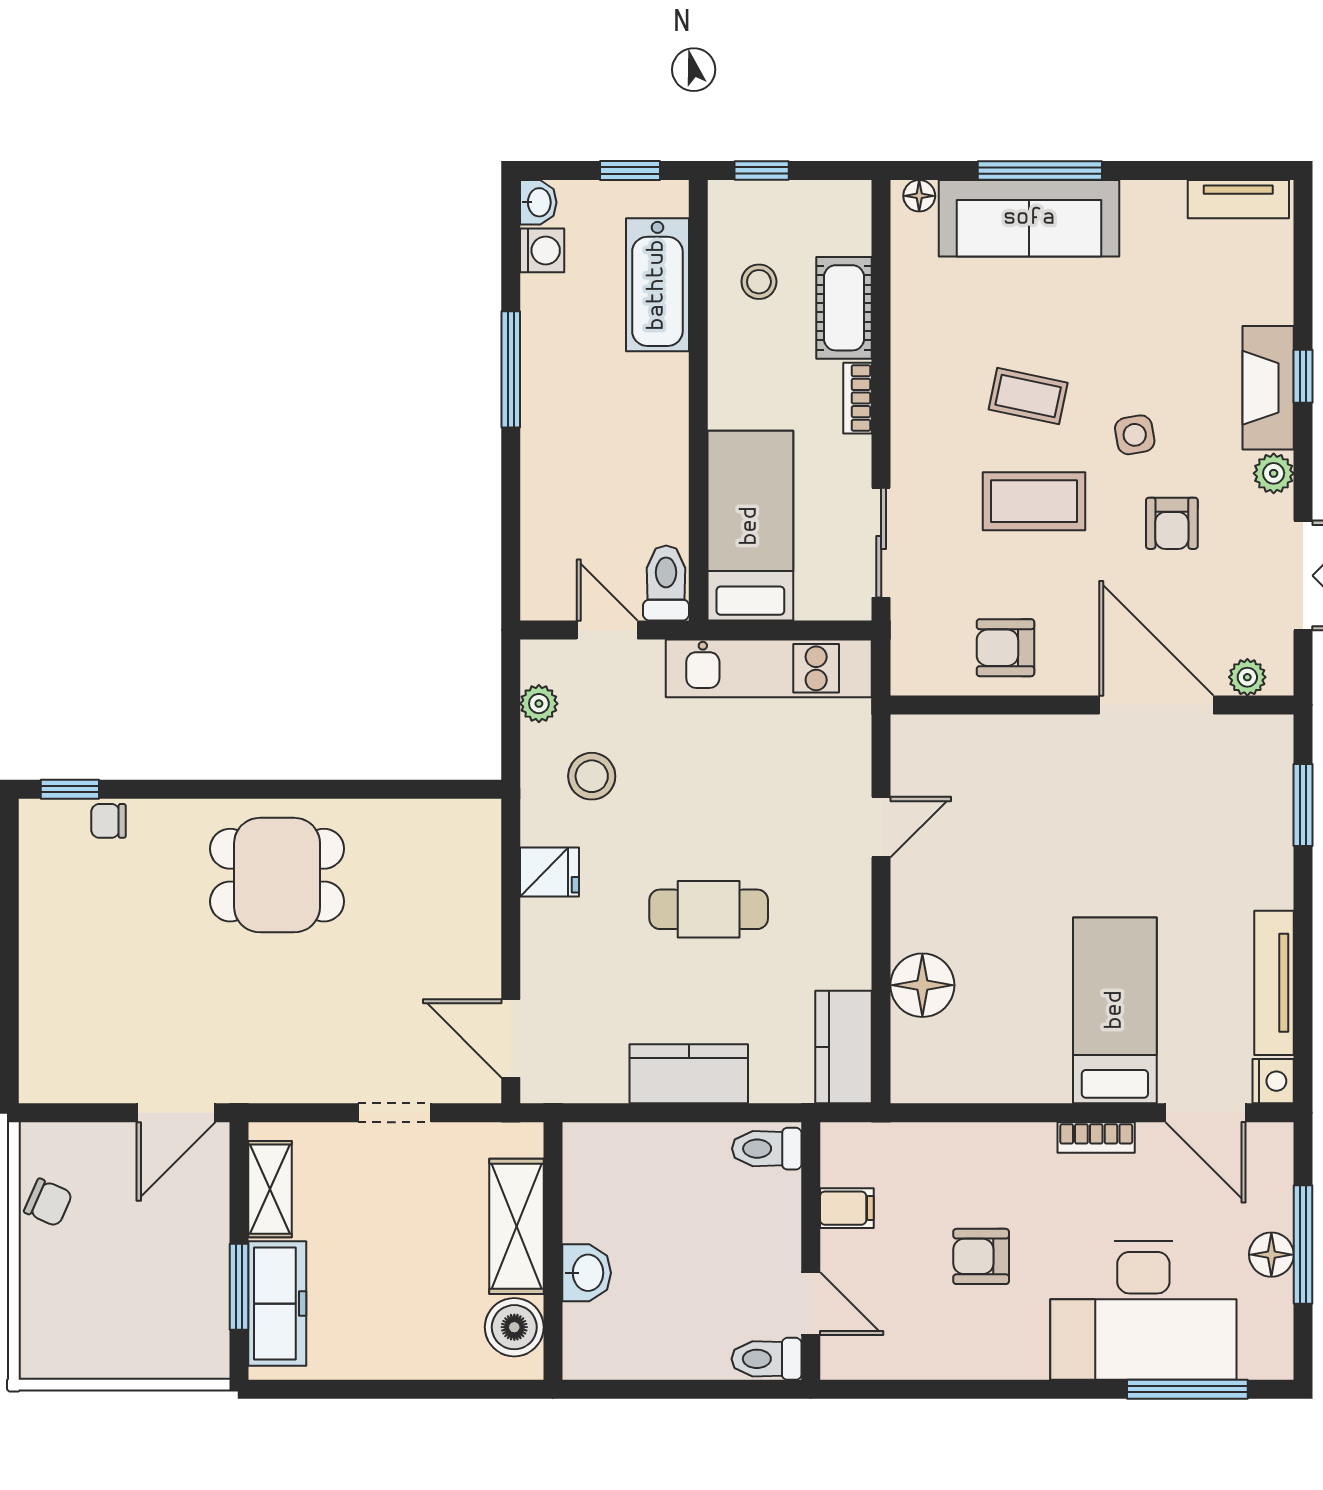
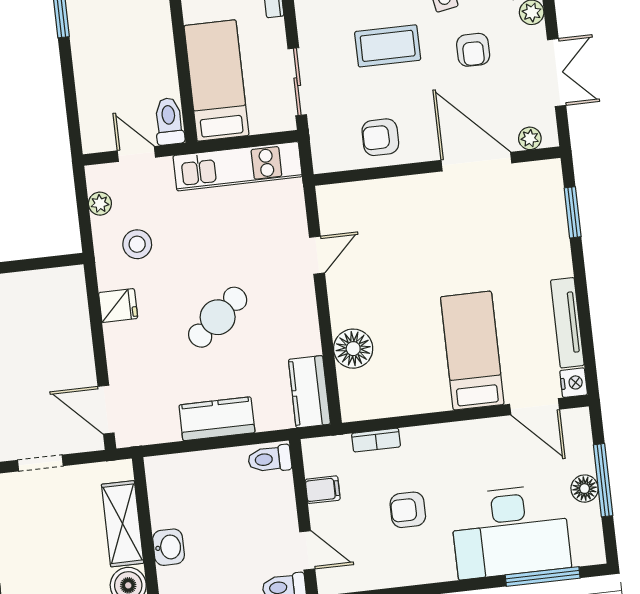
cafe table: (709, 909) -> (218, 317), turned -40
bookcase: (1096, 1138) -> (376, 440), moved

